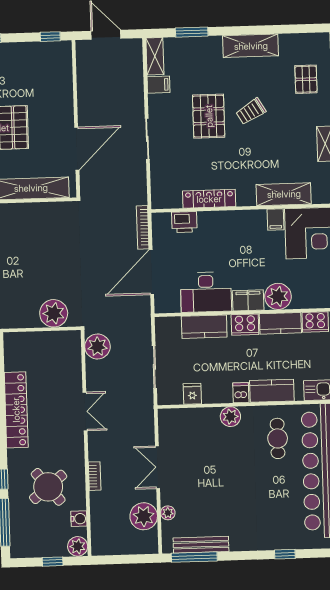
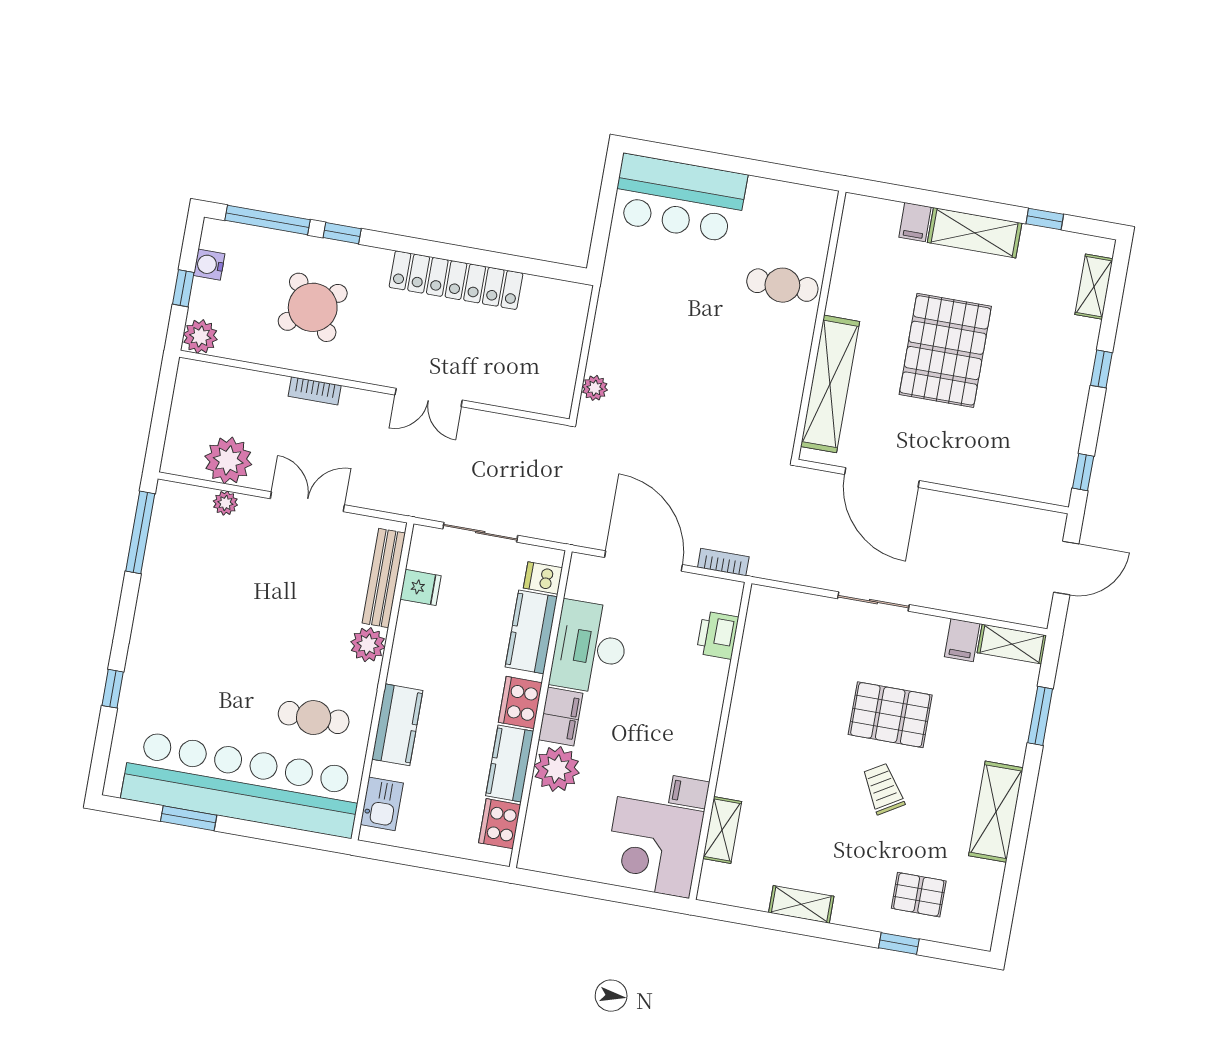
shelving: (284, 194) -> (722, 830), width x0.67, depth x0.75
locker: (209, 199) -> (749, 686), removed
bookcase: (143, 227) -> (723, 562), width x0.64
plant: (54, 313) -> (595, 388), width x0.53, depth x0.53
plant: (97, 346) -> (535, 442), removed
dishwasher: (241, 393) -> (543, 578), moved, turned 180
water cooler: (79, 519) -> (209, 265), moved, turned 90
bench: (201, 545) -> (384, 578), moved

